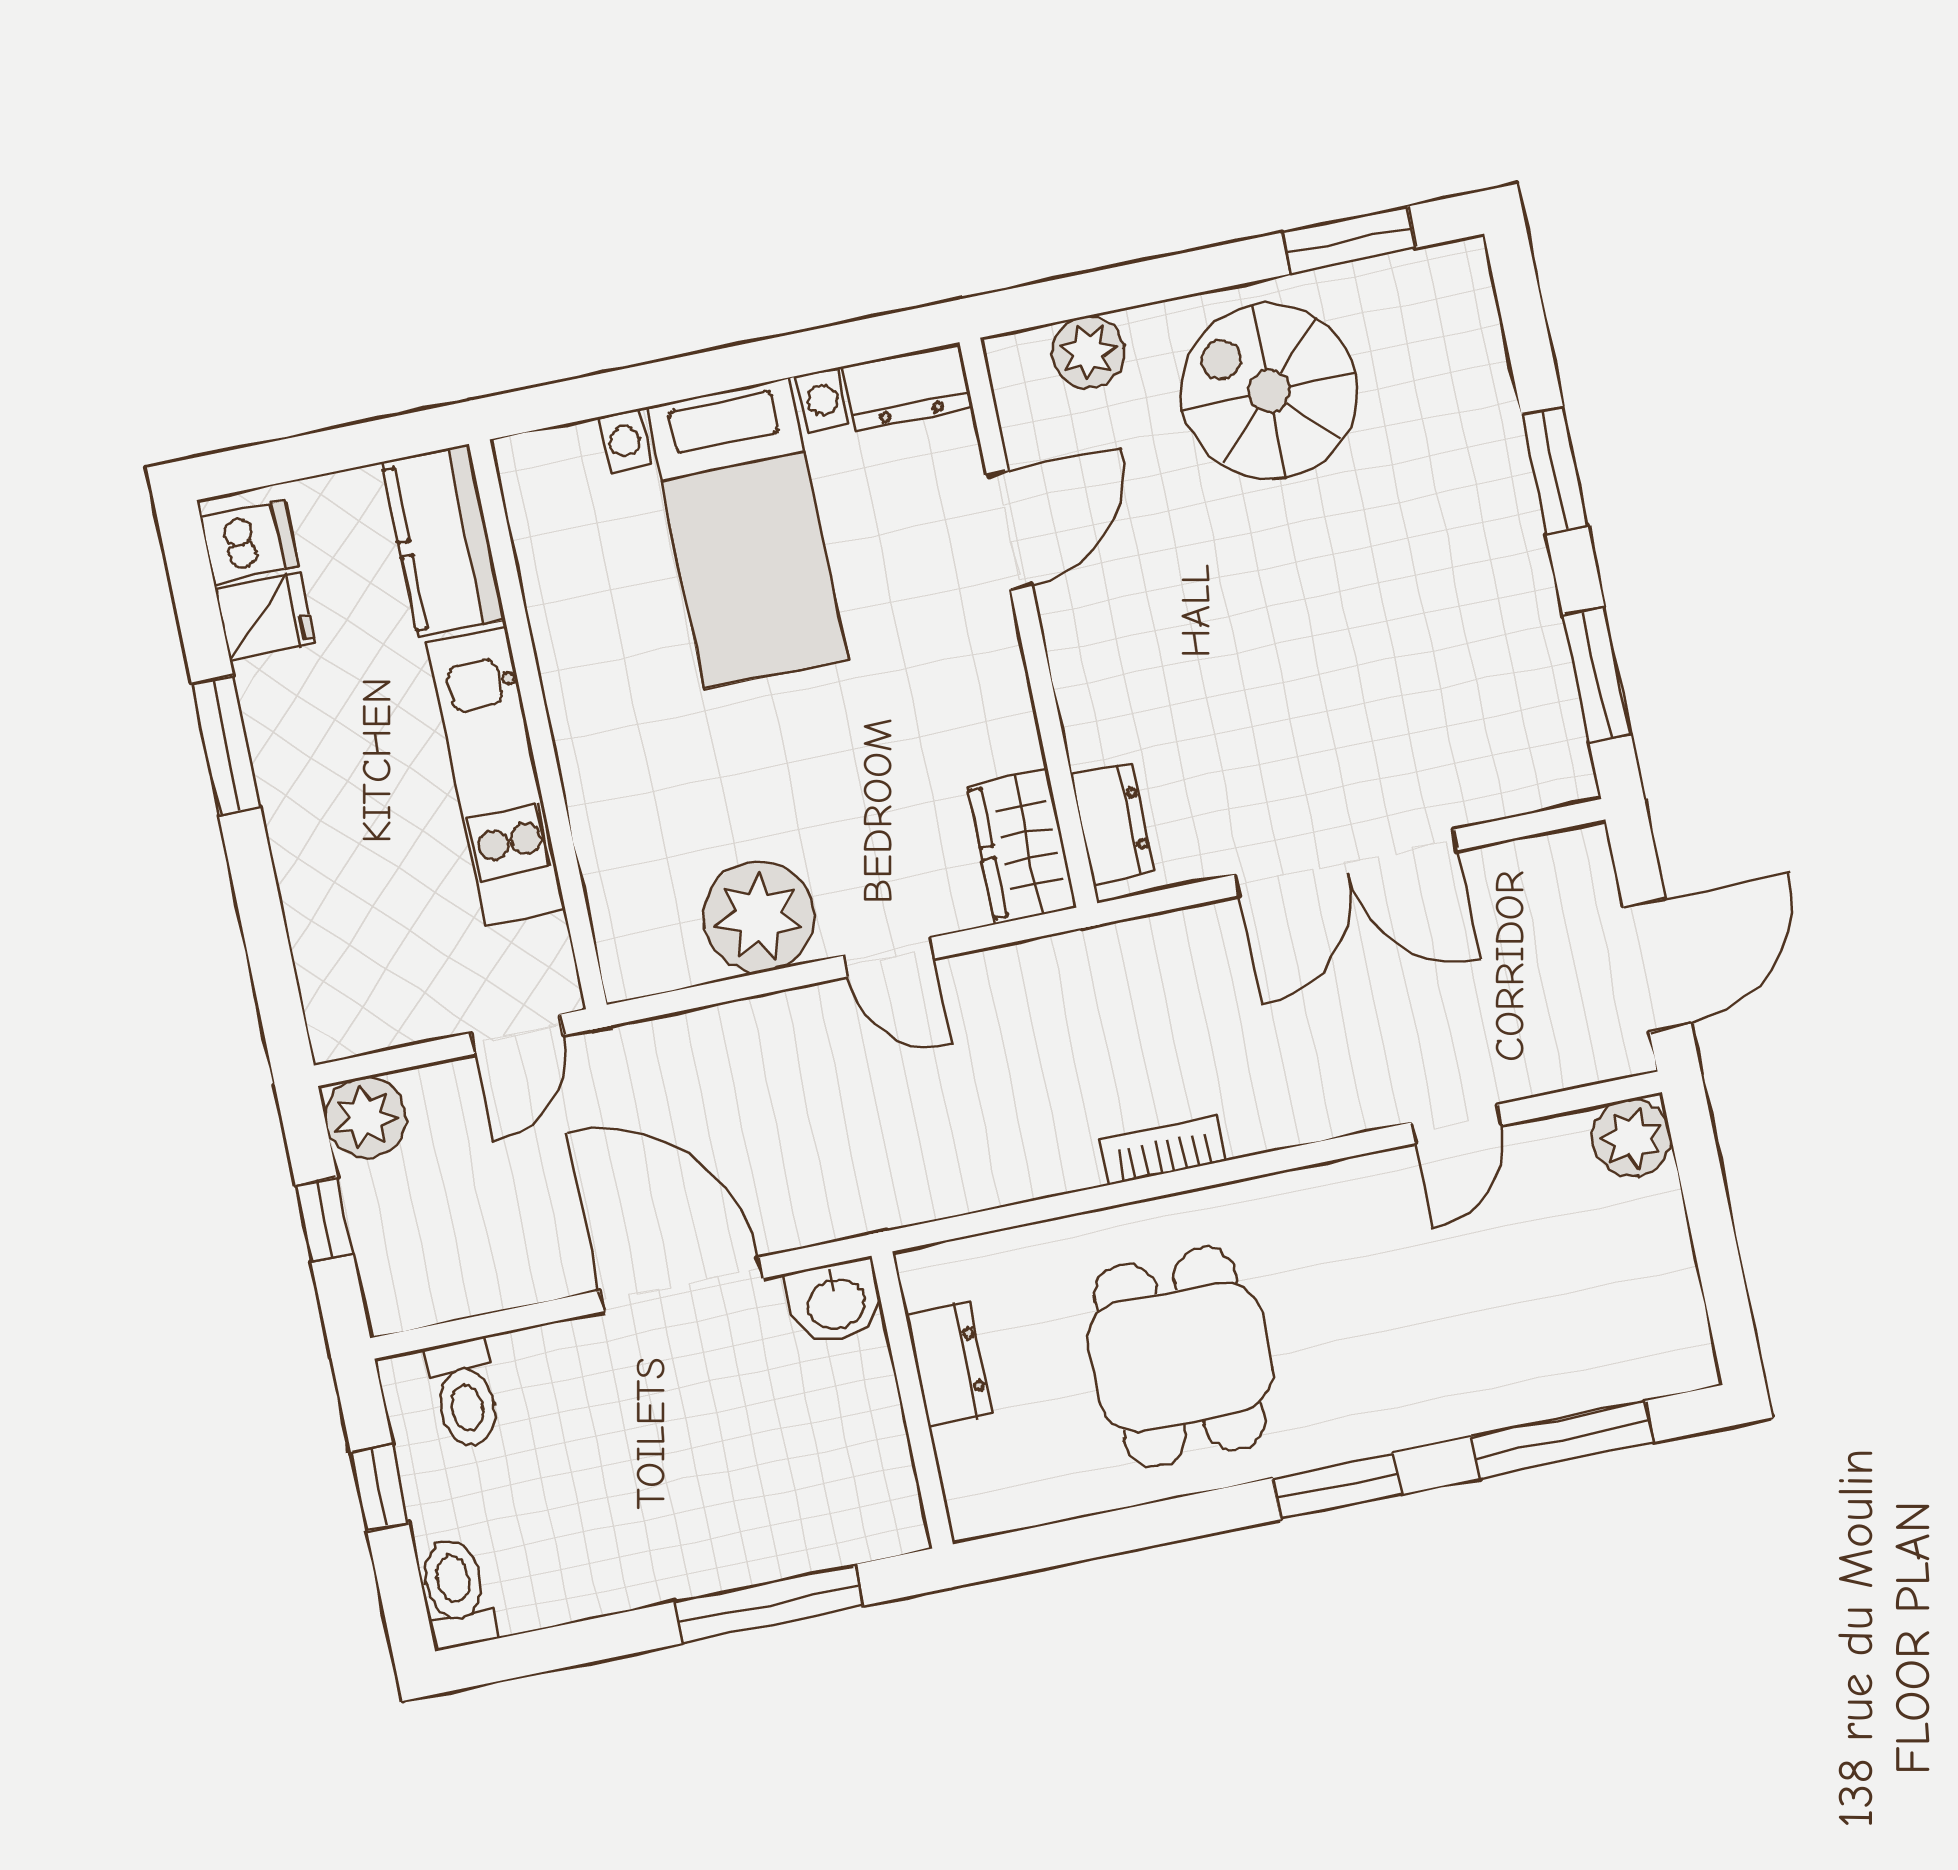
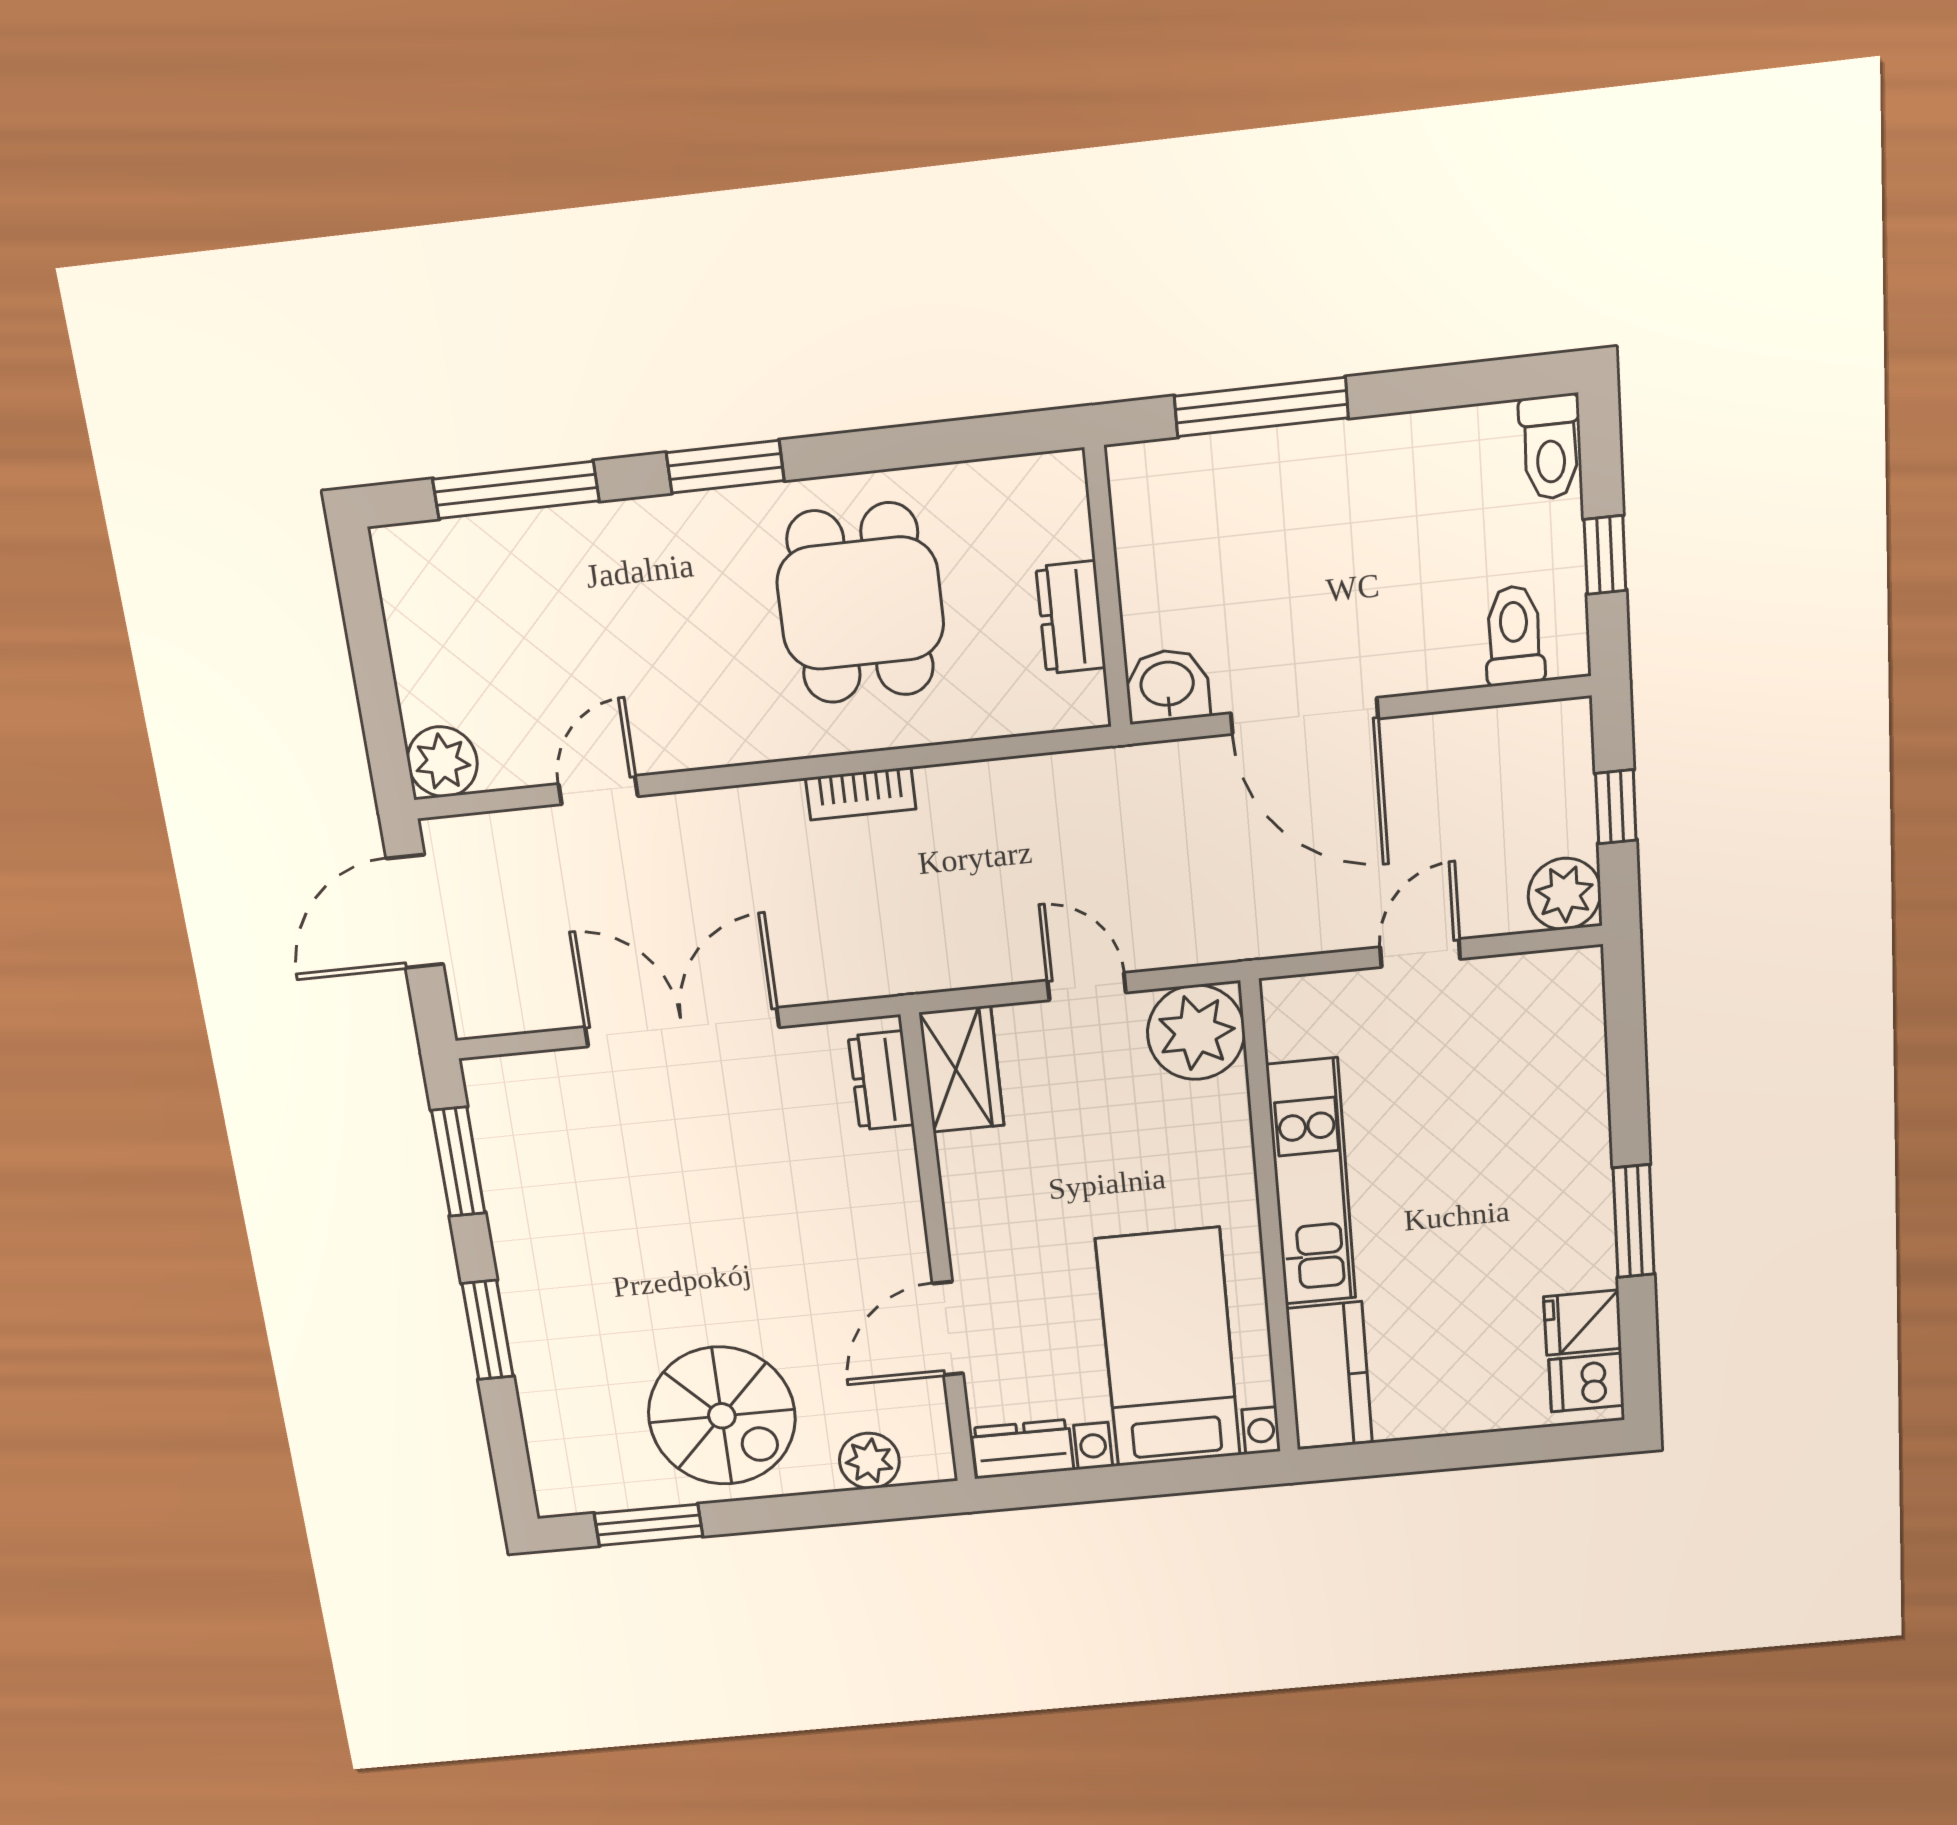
kitchen counter: (444, 541) -> (1329, 1376), moved
wall: (538, 724) -> (1270, 1221), moved
kitchen unit: (496, 776) -> (1311, 1182), moved

